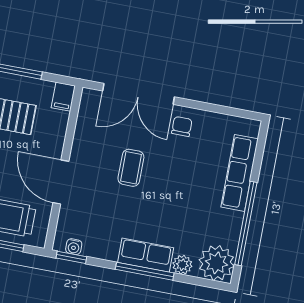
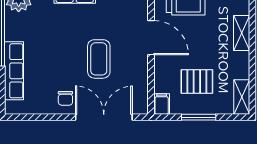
coffee table: (131, 168) -> (99, 59), width x1.36, depth x1.30

